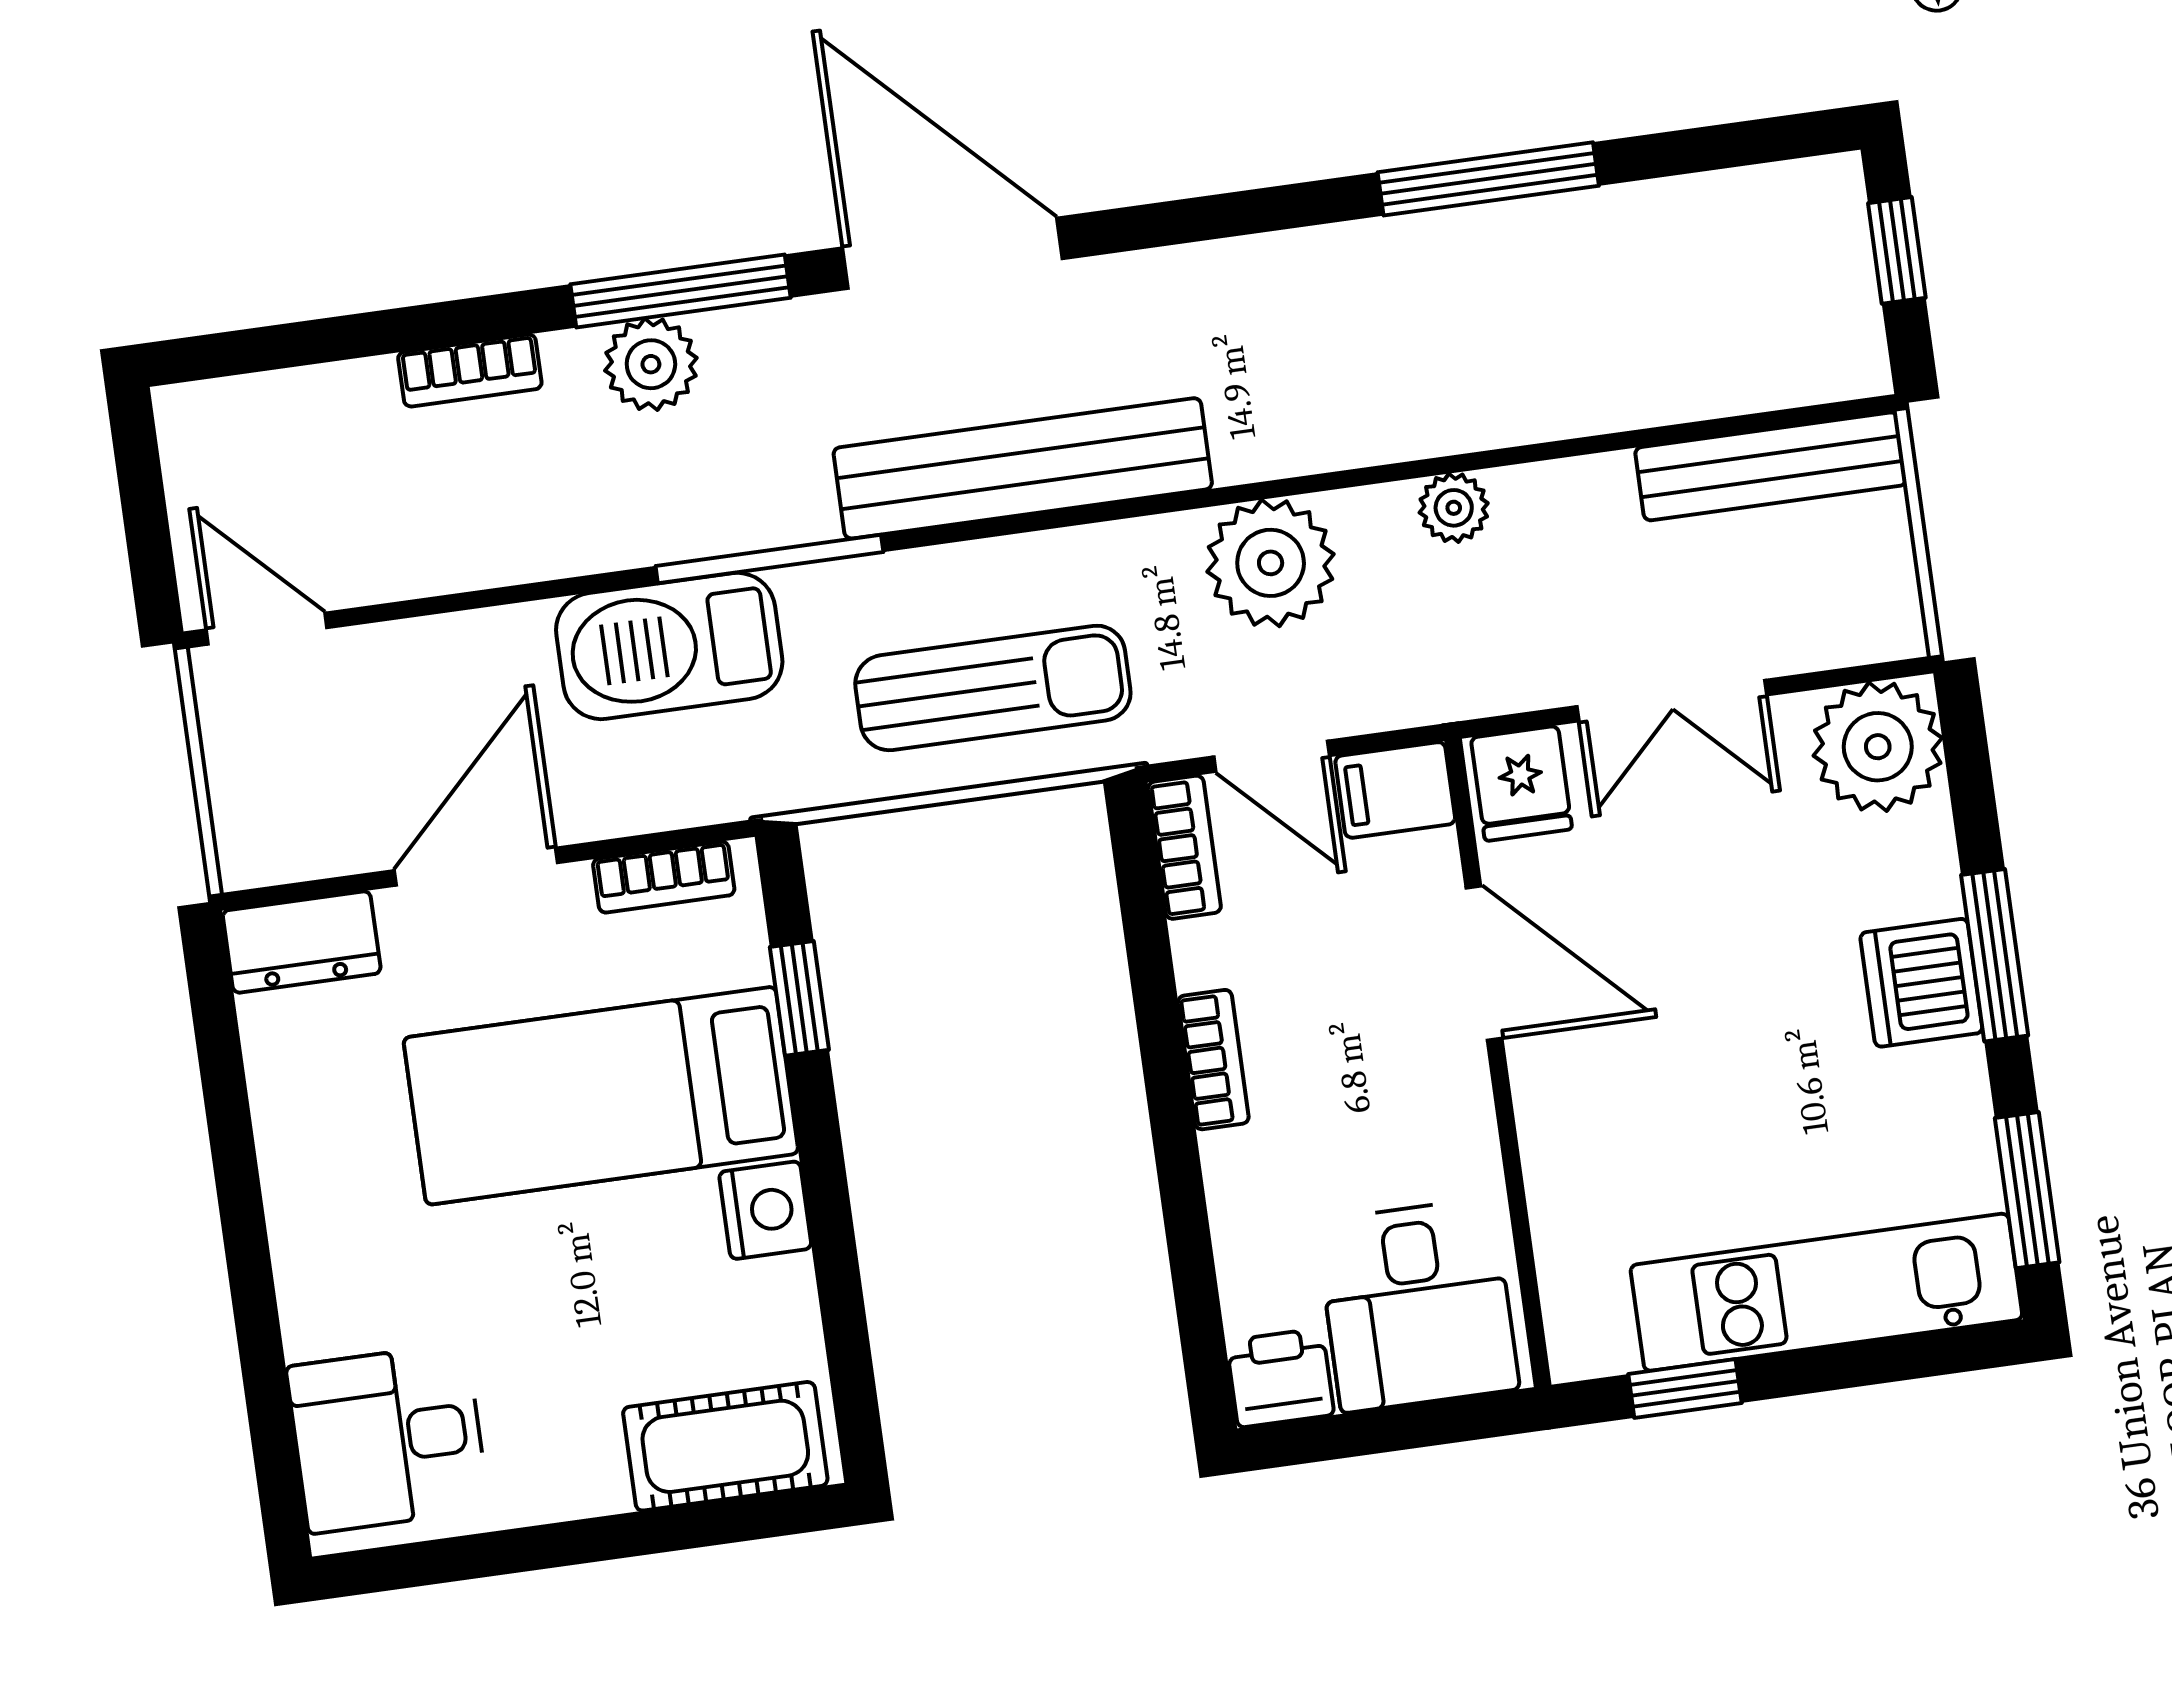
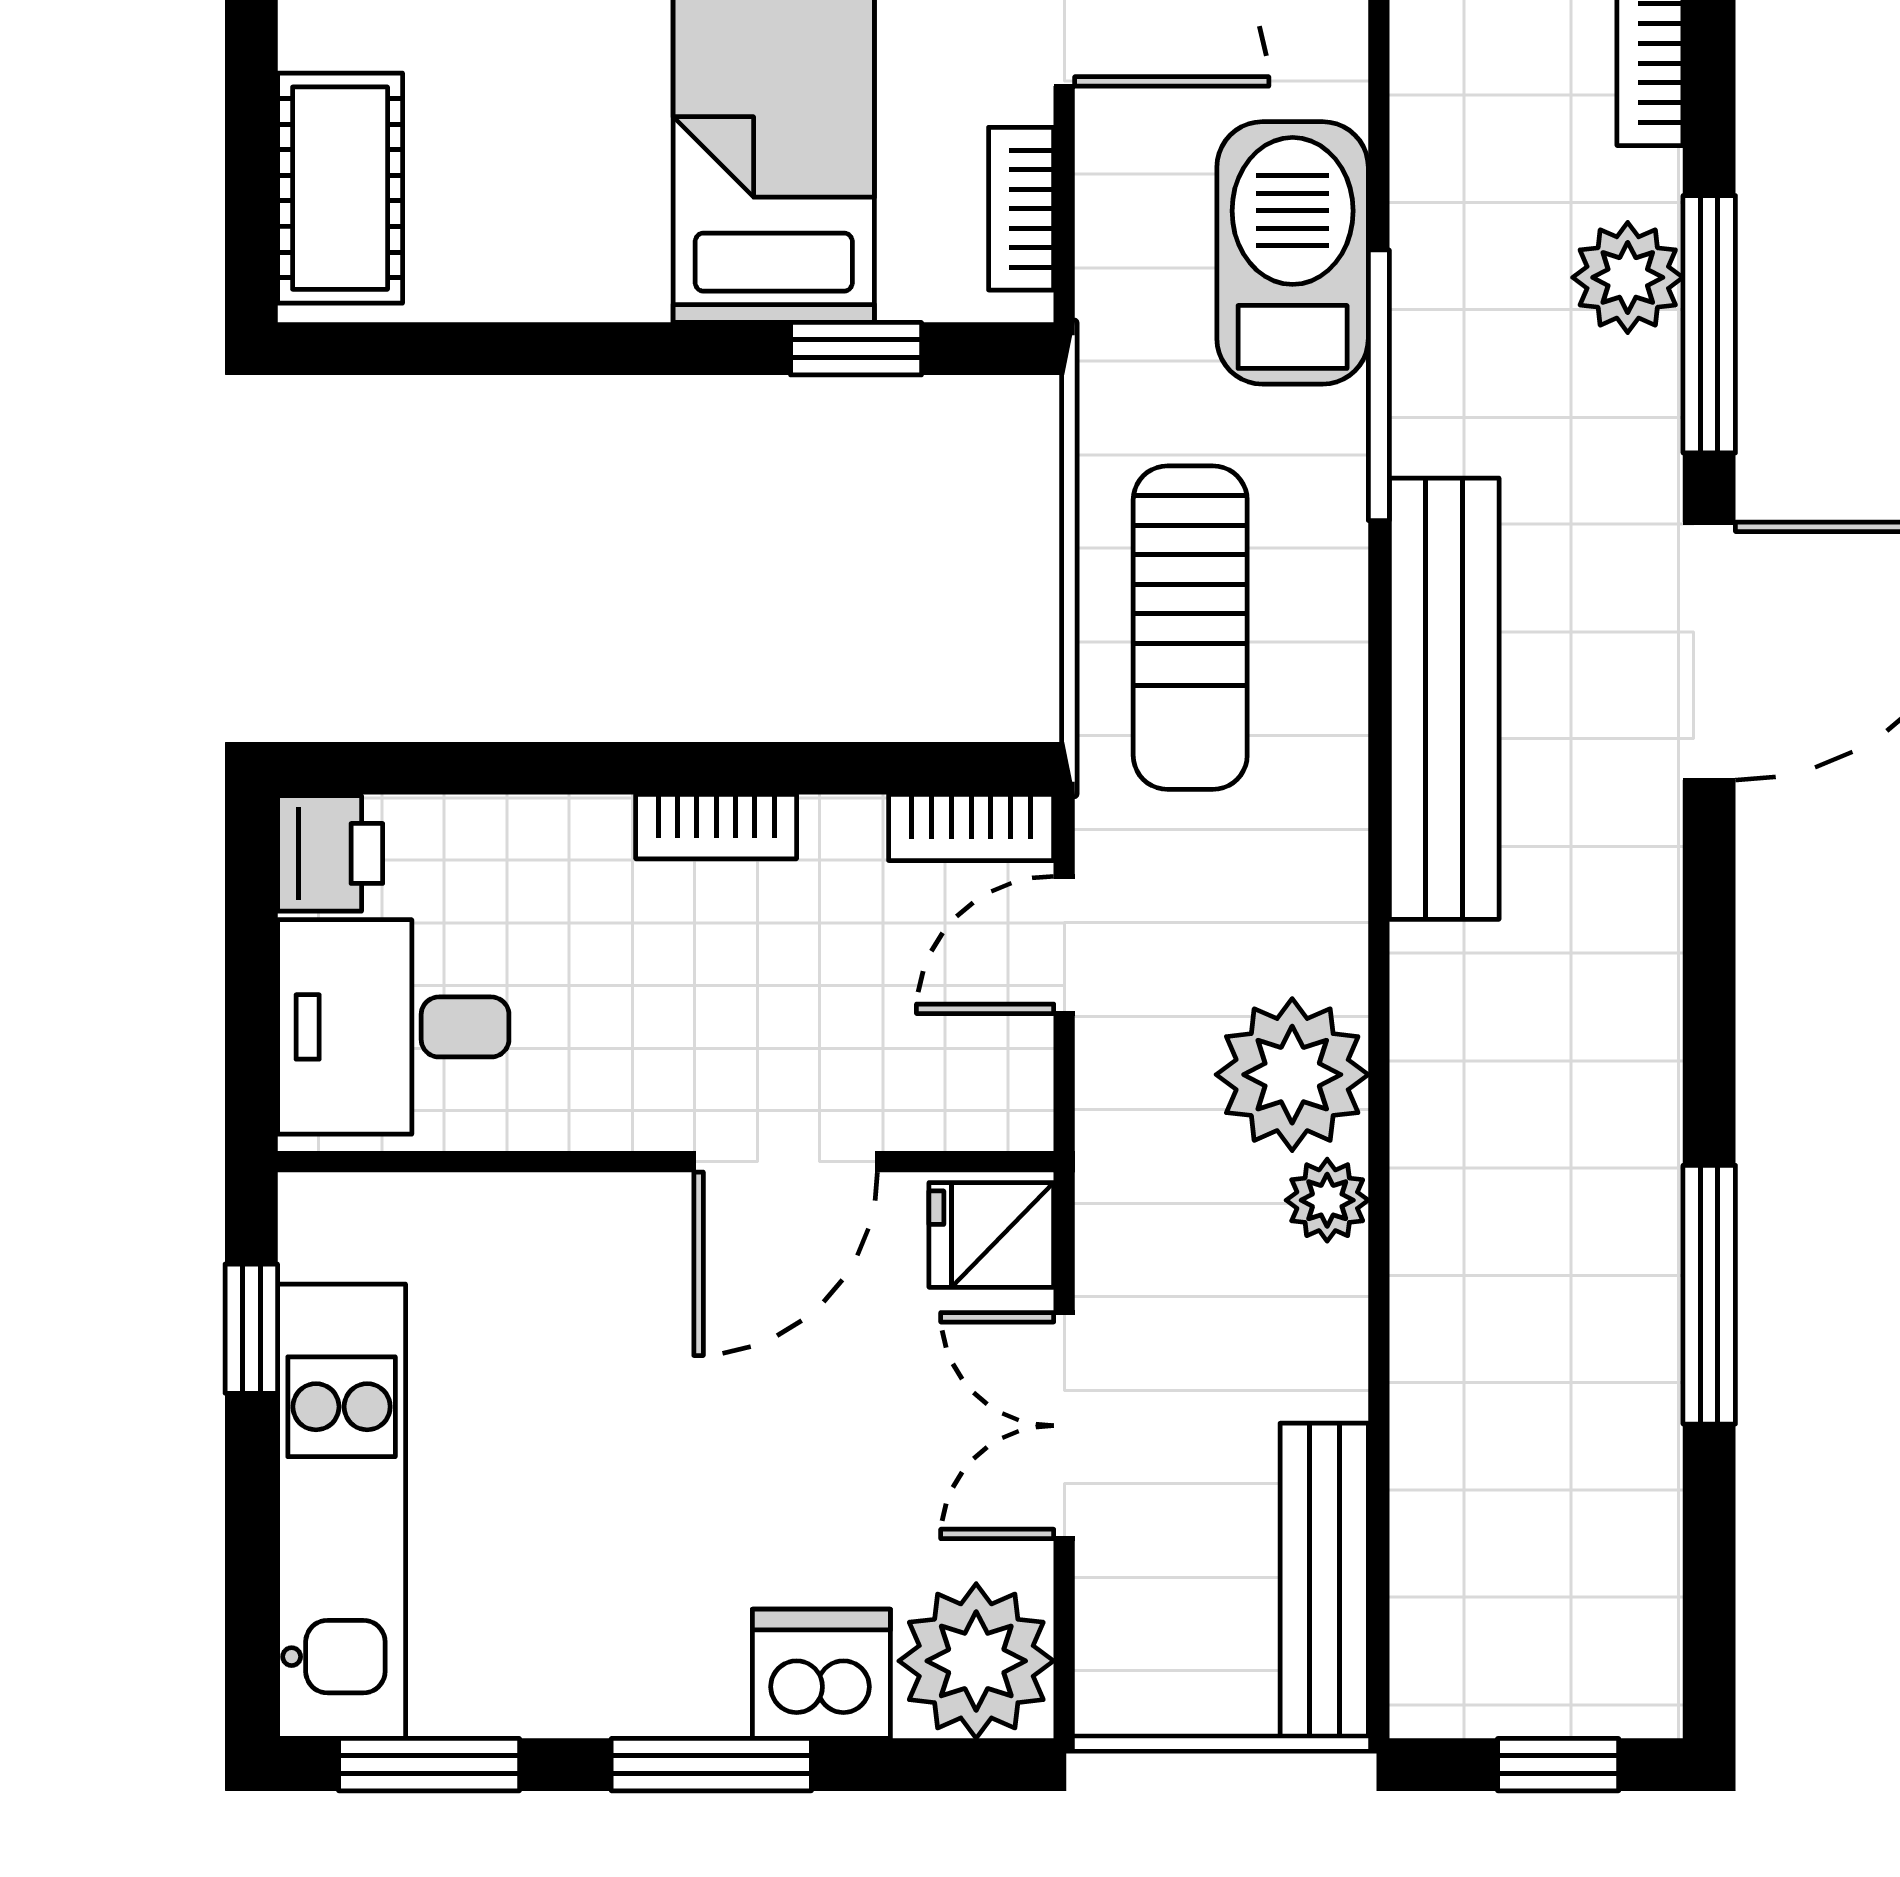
plant: (1271, 563) -> (1292, 1075), moved
filing cabinet: (1395, 790) -> (1004, 1085), removed
dishwasher: (1921, 983) -> (821, 1674), moved
nightstand: (765, 1210) -> (612, 274), removed

